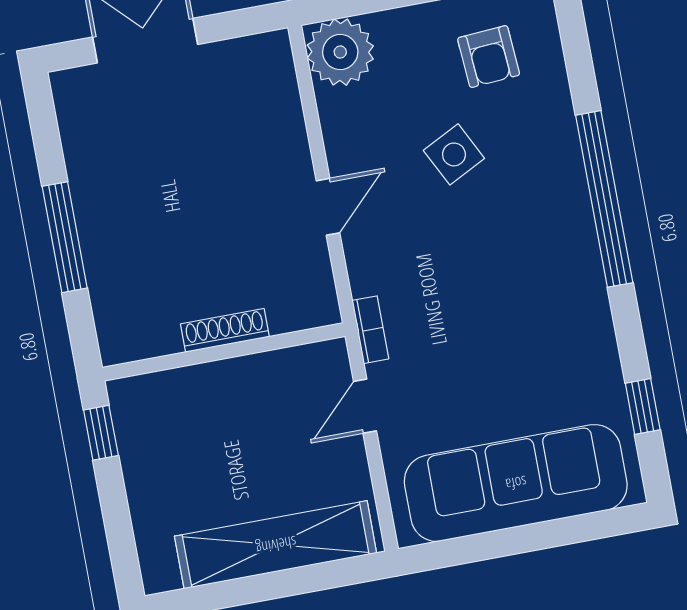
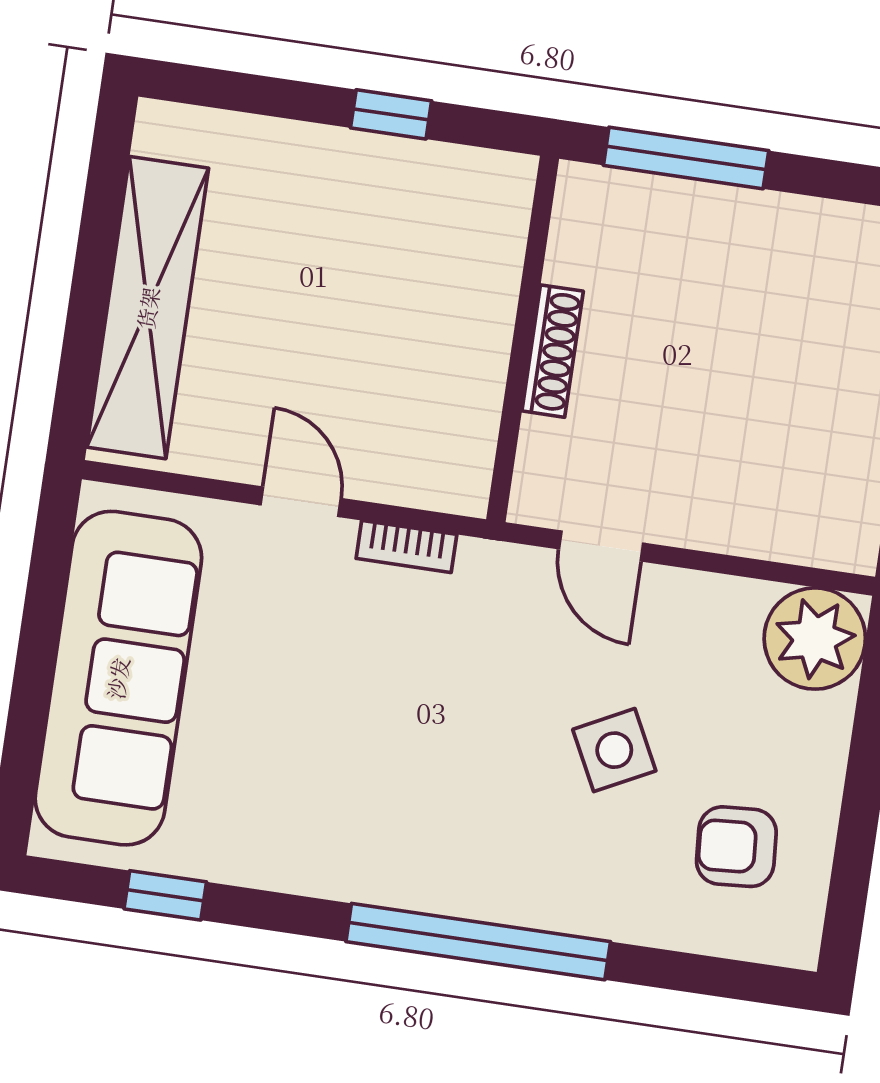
shoe rack: (225, 330) -> (553, 351), moved
wall: (224, 352) -> (523, 339), moved

